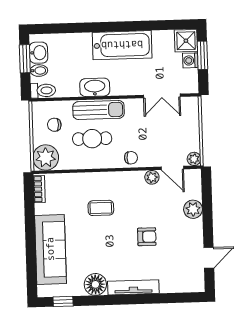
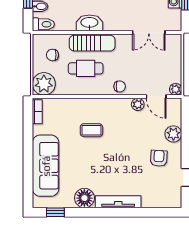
armchair: (147, 237) -> (159, 158), moved, turned -87

